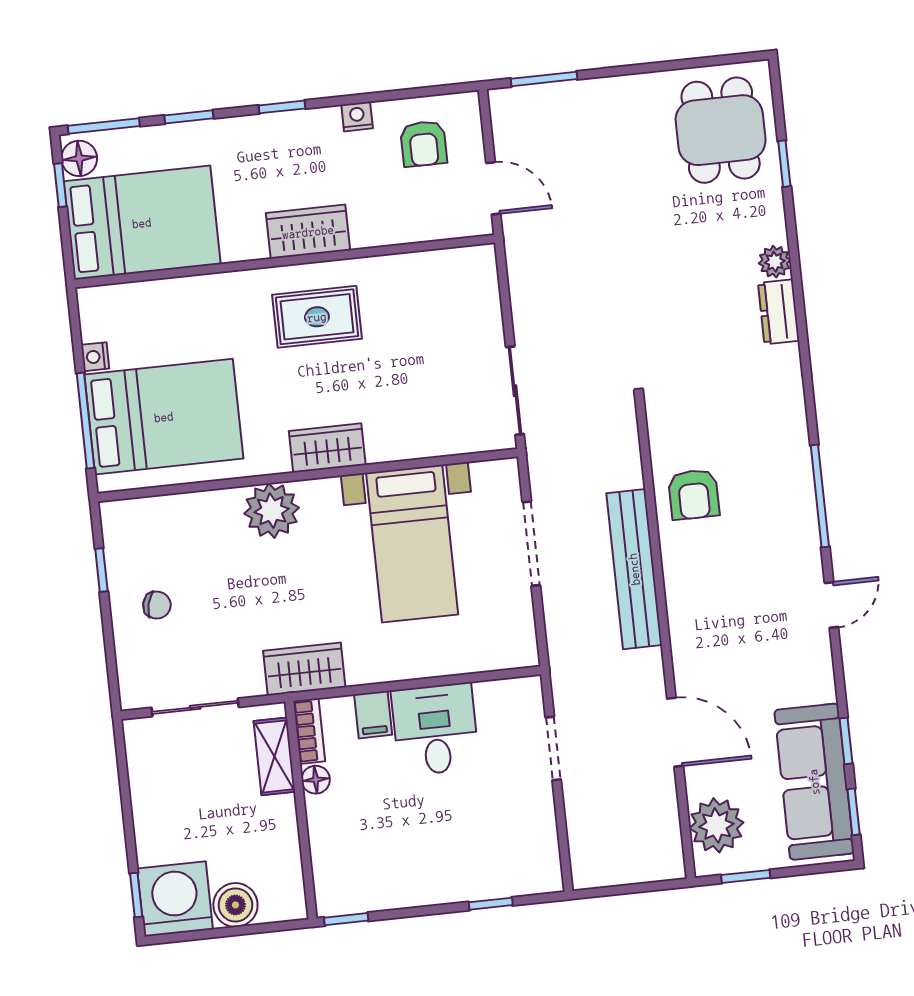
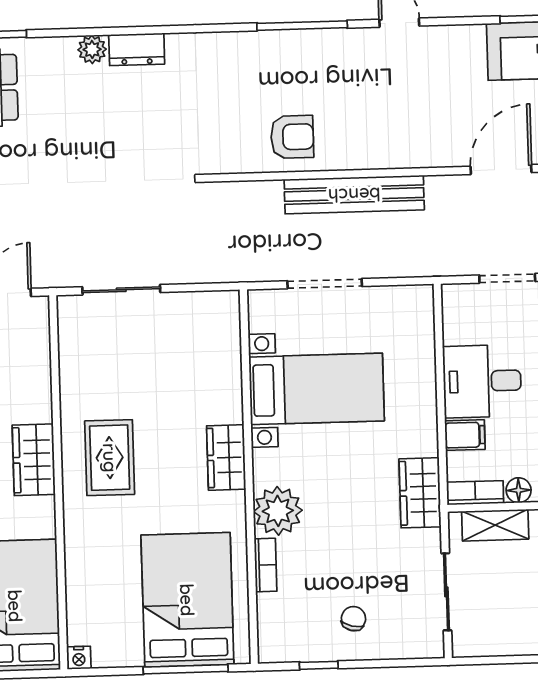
nightstand: (95, 357) -> (79, 658), moved
sliding door: (515, 391) -> (121, 290), moved
bookcase: (210, 501) -> (266, 565), added

